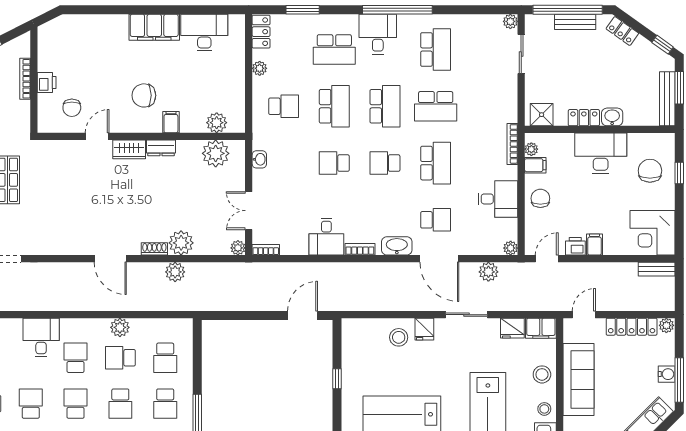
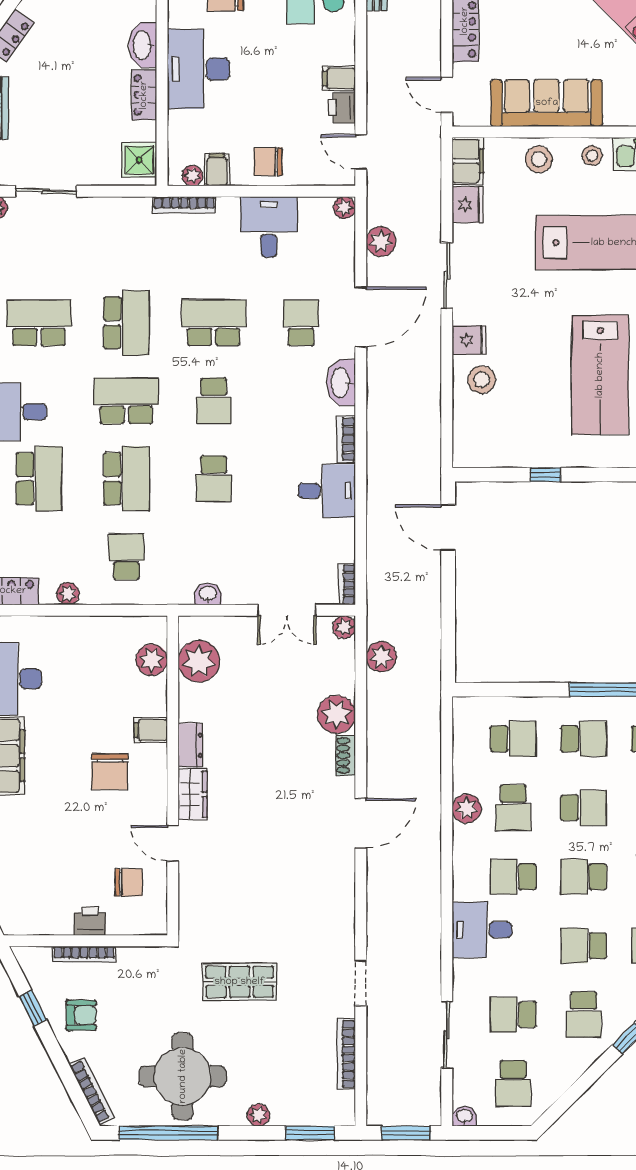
school desk: (334, 106) -> (126, 479), turned 90
washbasin: (612, 117) -> (143, 45), width x1.38
plant: (175, 272) -> (381, 657), moved

